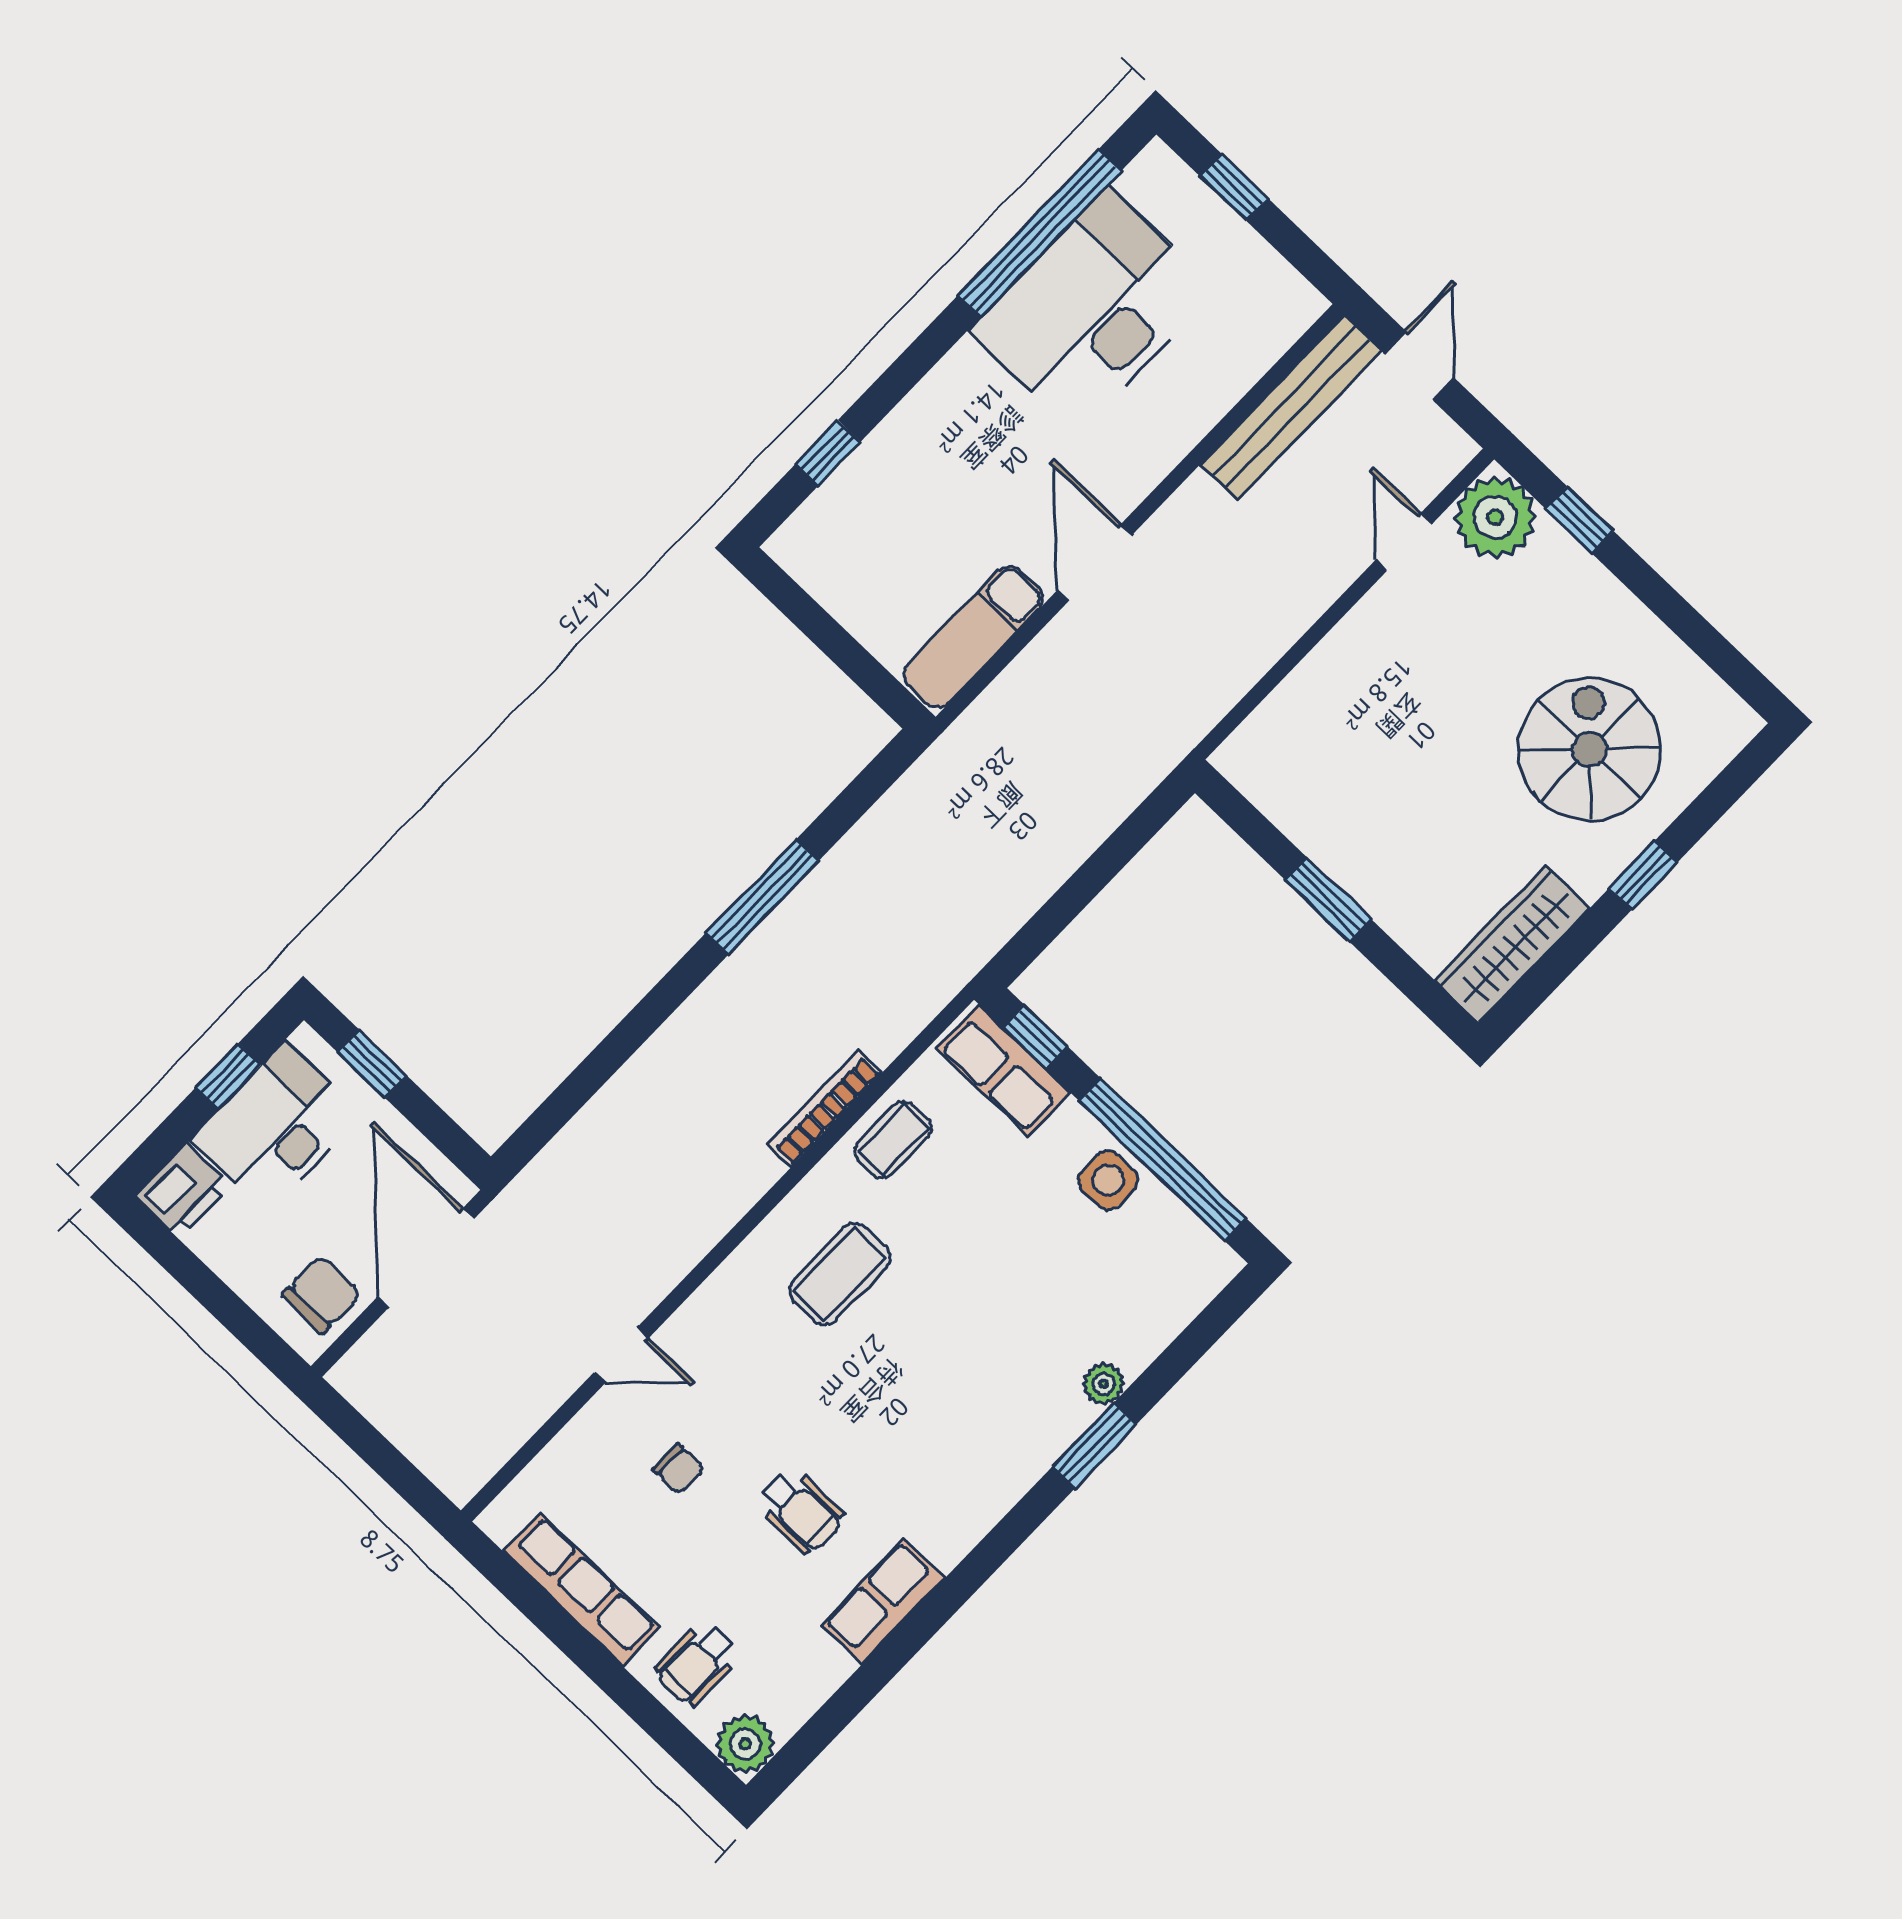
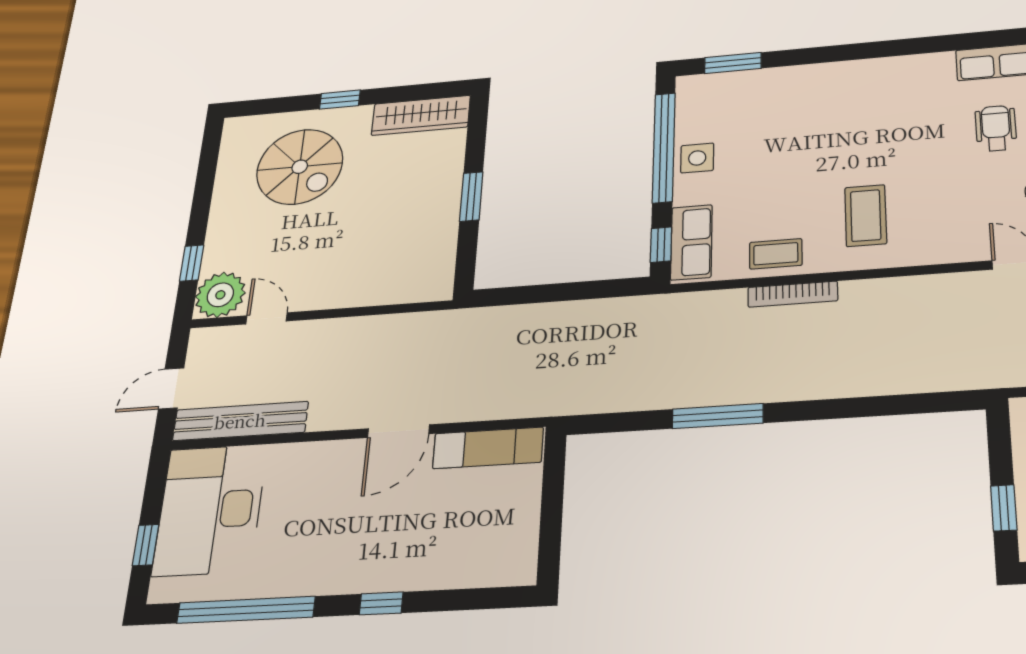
desk: (1093, 310) -> (210, 510), moved, turned 90
window: (828, 453) -> (381, 603), moved
door: (1404, 542) -> (267, 318), swing flipped
spiral stairs: (1589, 749) -> (300, 167), turned -90
coffee table: (839, 1274) -> (866, 216), turned 90
plant: (1104, 1384) -> (794, 76), removed
window: (1094, 1446) -> (733, 63), moved

